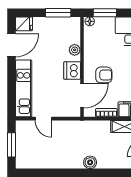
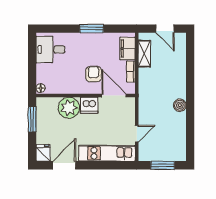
window: (105, 13) -> (32, 73), removed
door: (11, 45) -> (64, 165), hinge flipped
plant: (75, 50) -> (69, 108), width x1.88, depth x1.88
boiler: (90, 162) -> (180, 105), moved

